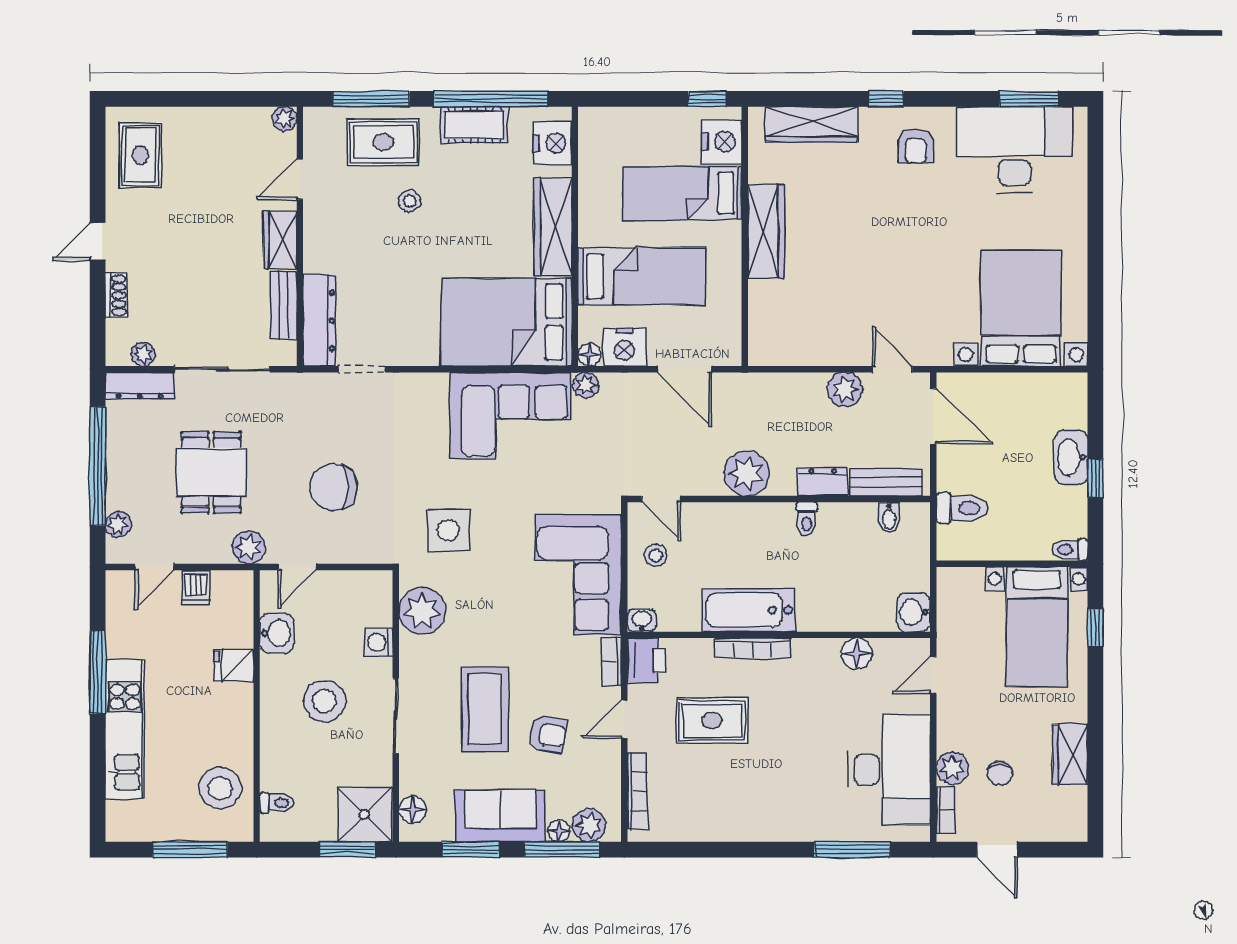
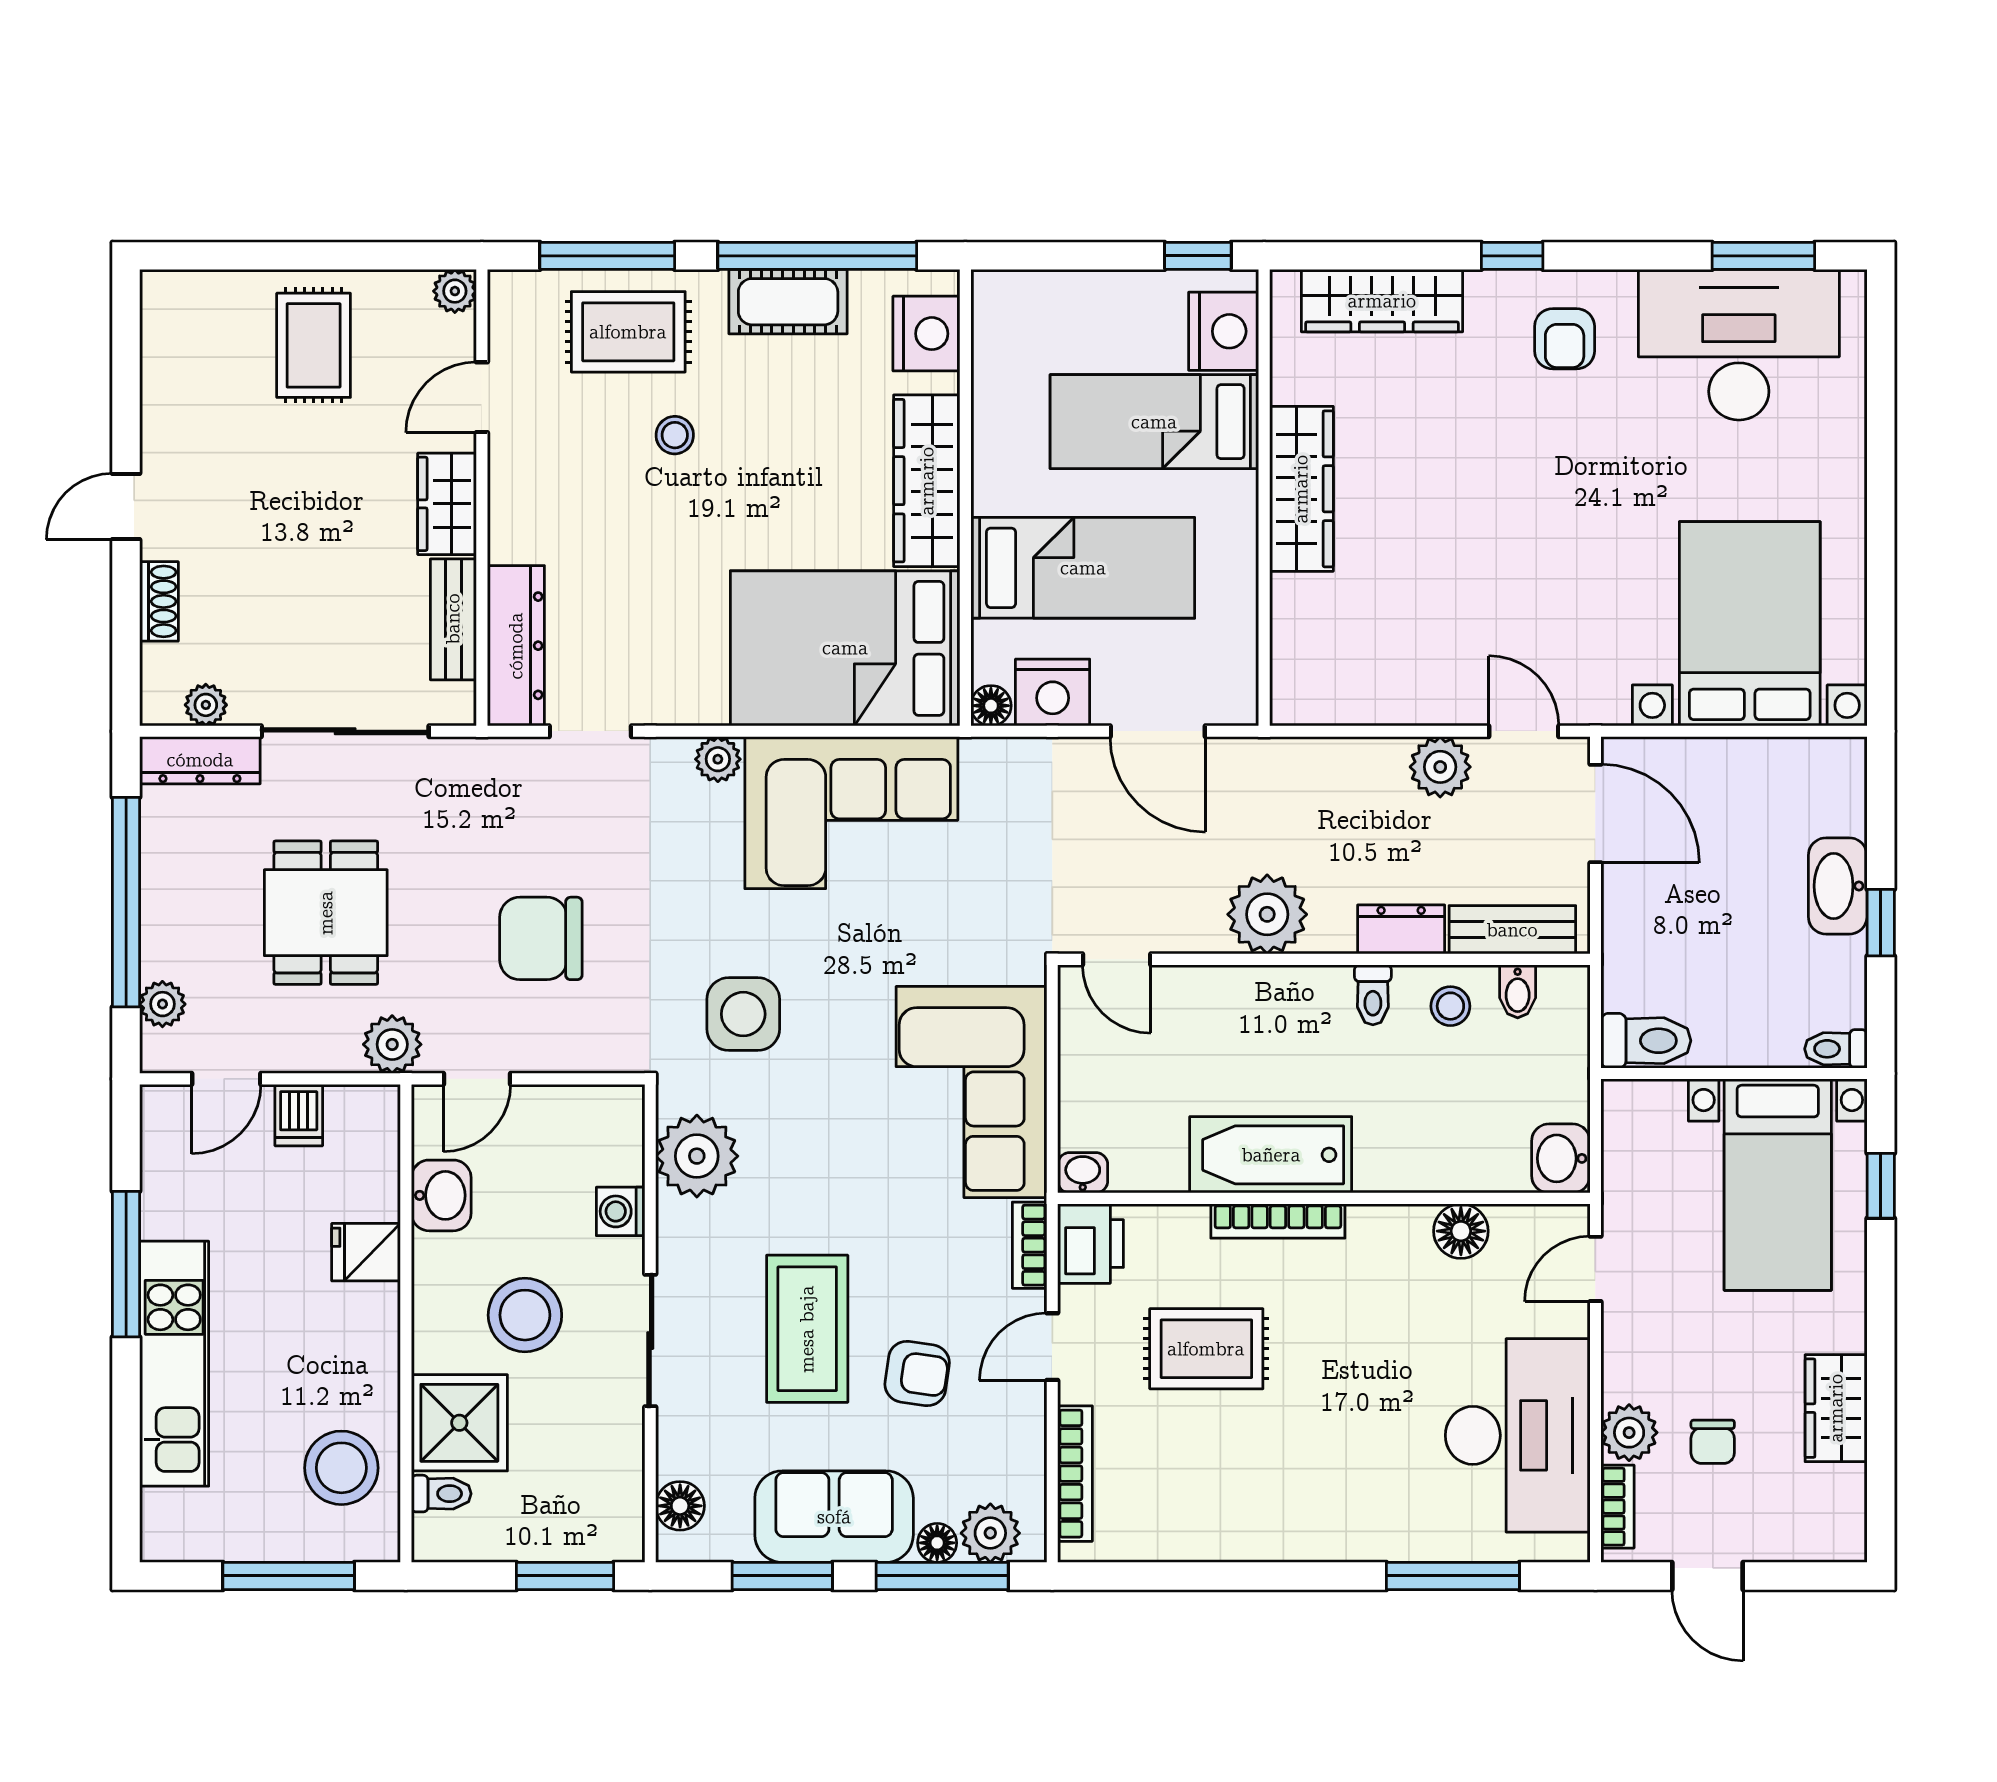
rug: (140, 155) -> (314, 345), moved
plant: (586, 385) -> (718, 759), moved
toilet: (962, 508) -> (1646, 1041), moved
stool: (656, 555) -> (1450, 1006), moved
shower: (364, 815) -> (459, 1423), moved

